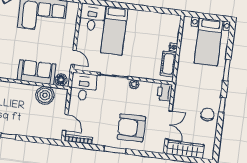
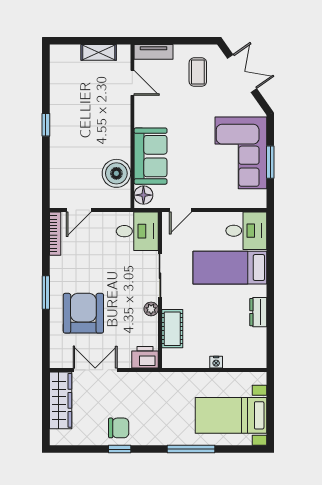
dresser: (145, 16) -> (258, 312), added
cot: (168, 64) -> (172, 329), moved, turned 90
window: (227, 70) -> (191, 449), width x1.44
window: (222, 105) -> (120, 449), moved
double door: (169, 125) -> (95, 370), swing flipped

